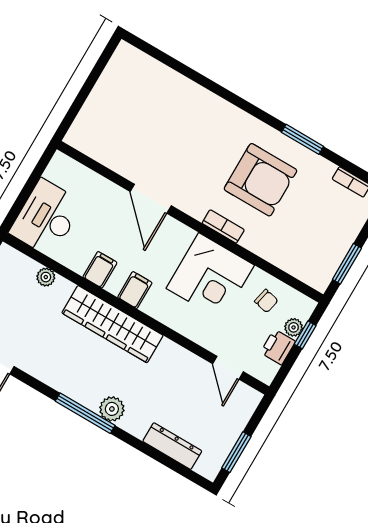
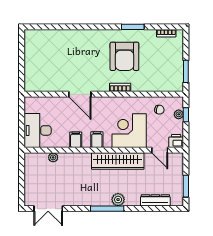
armchair: (260, 180) -> (124, 56), turned 90
corner desk: (210, 277) -> (129, 131), moved, turned 180
wardrobe: (112, 324) -> (118, 161), moved
printer: (278, 347) -> (176, 141), moved, turned 90

